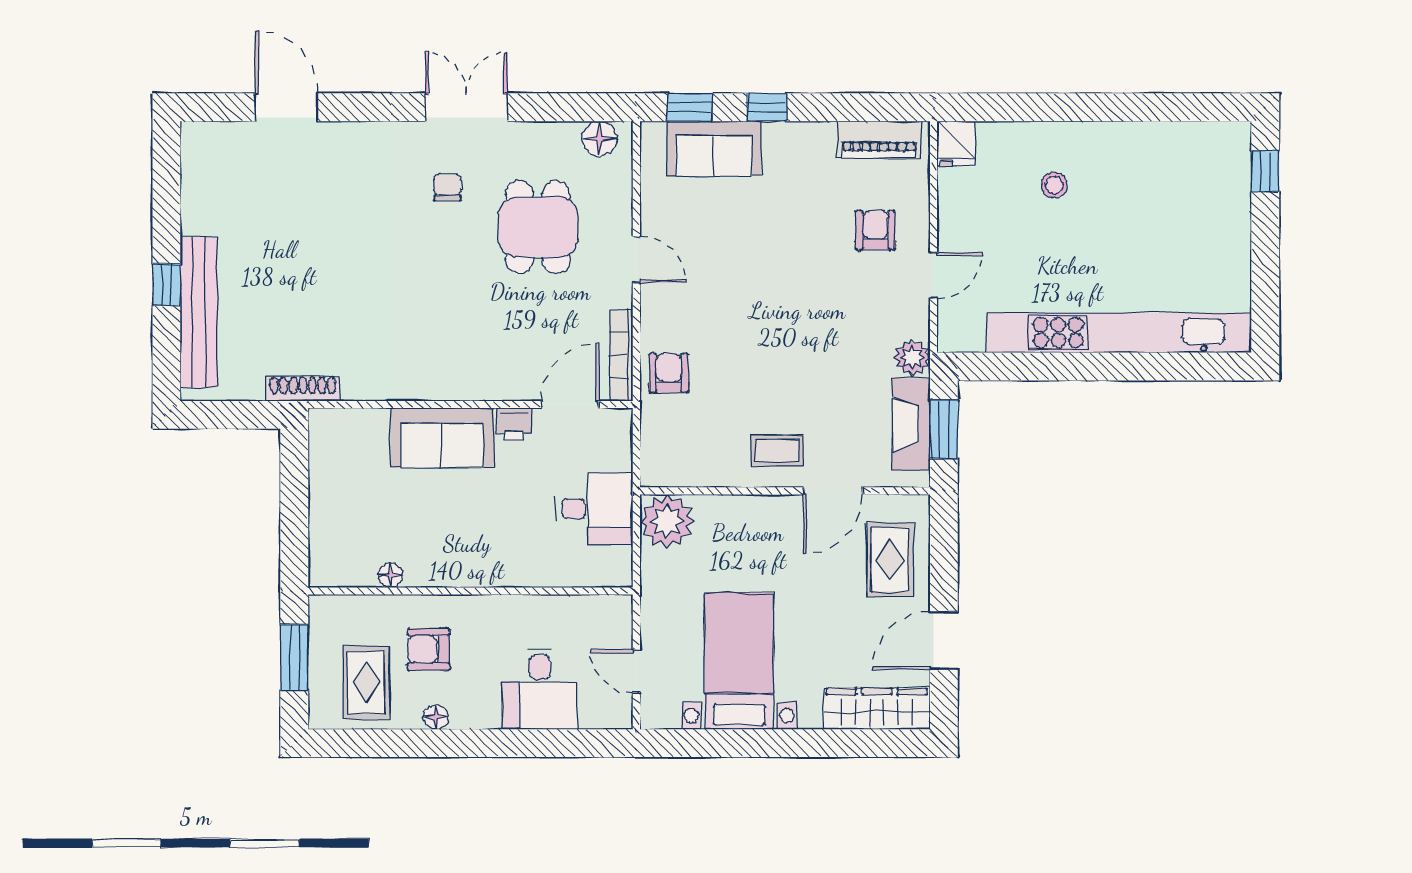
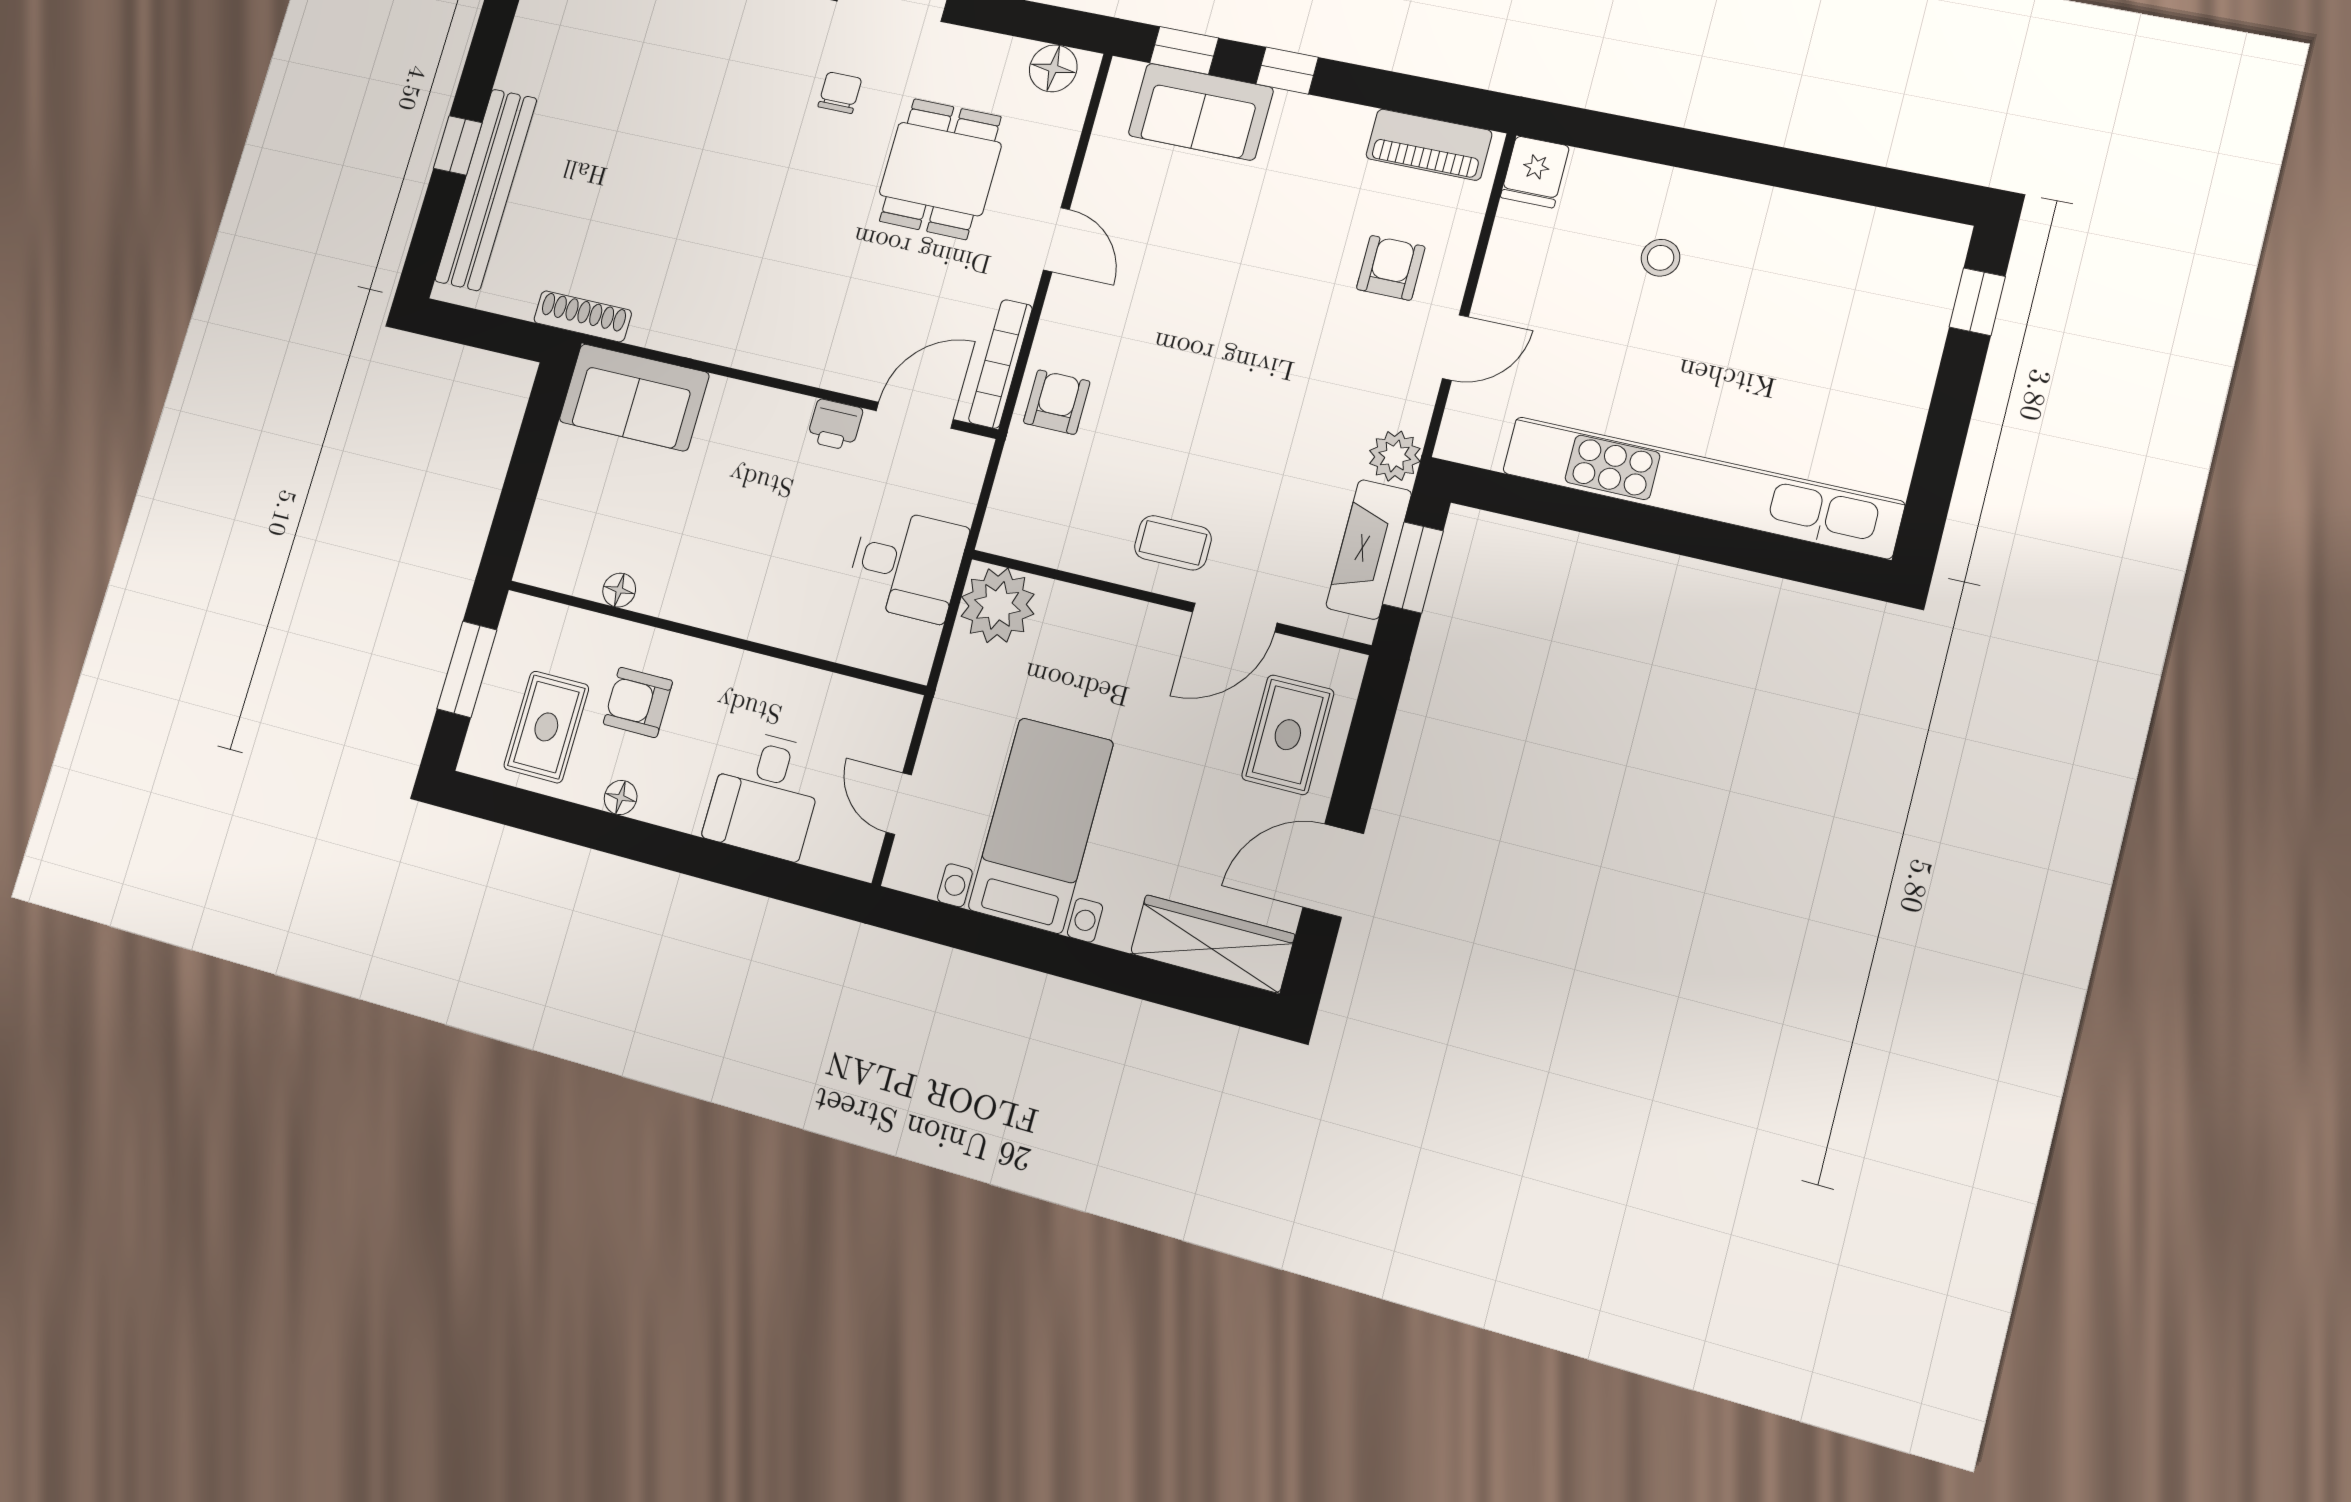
sofa: (442, 438) -> (634, 397), moved

